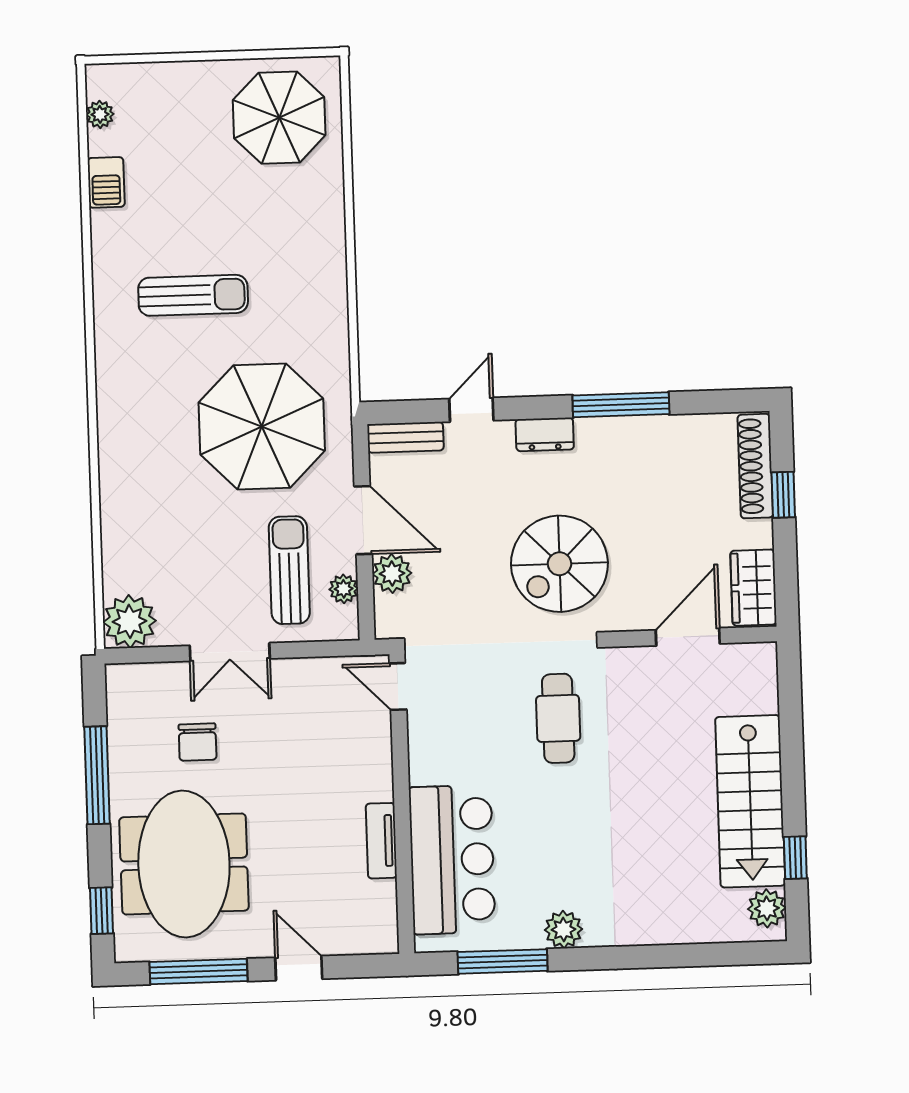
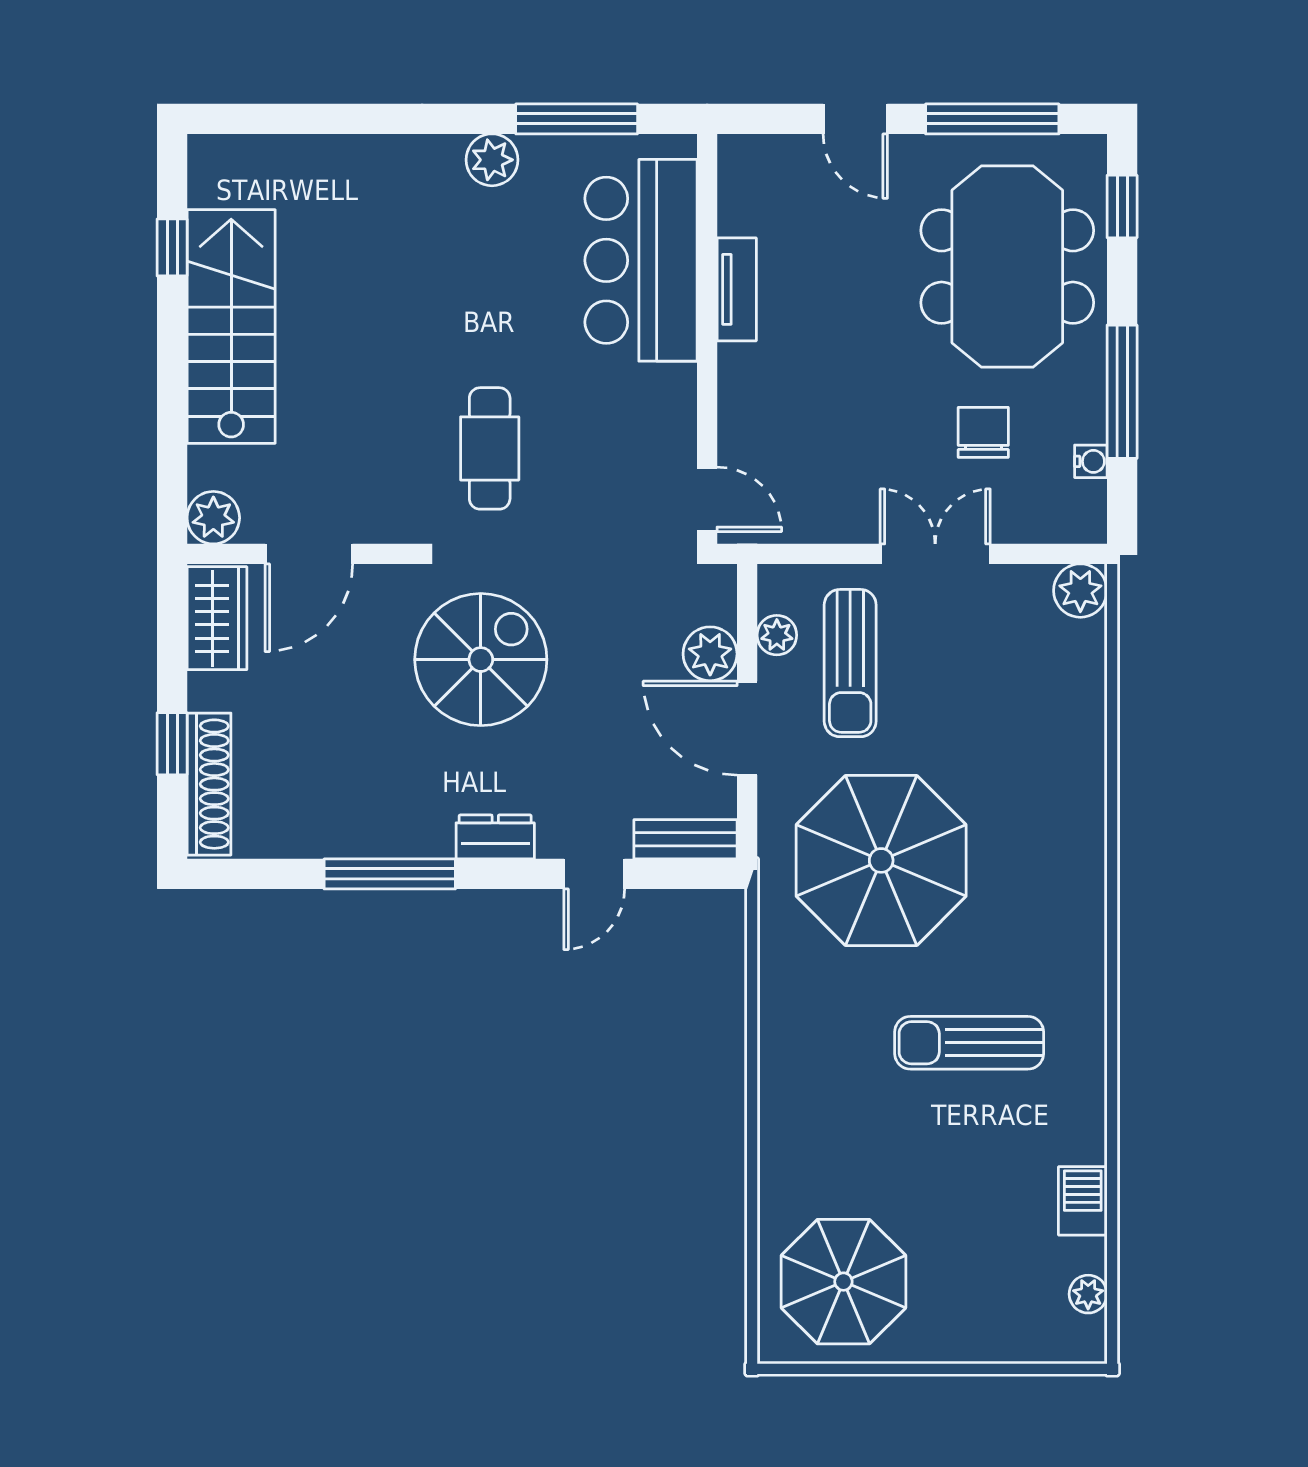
plant: (130, 621) -> (1080, 591), width x0.73, depth x0.73
water cooler: (118, 723) -> (1091, 461), added
plant: (767, 908) -> (213, 518), moved

